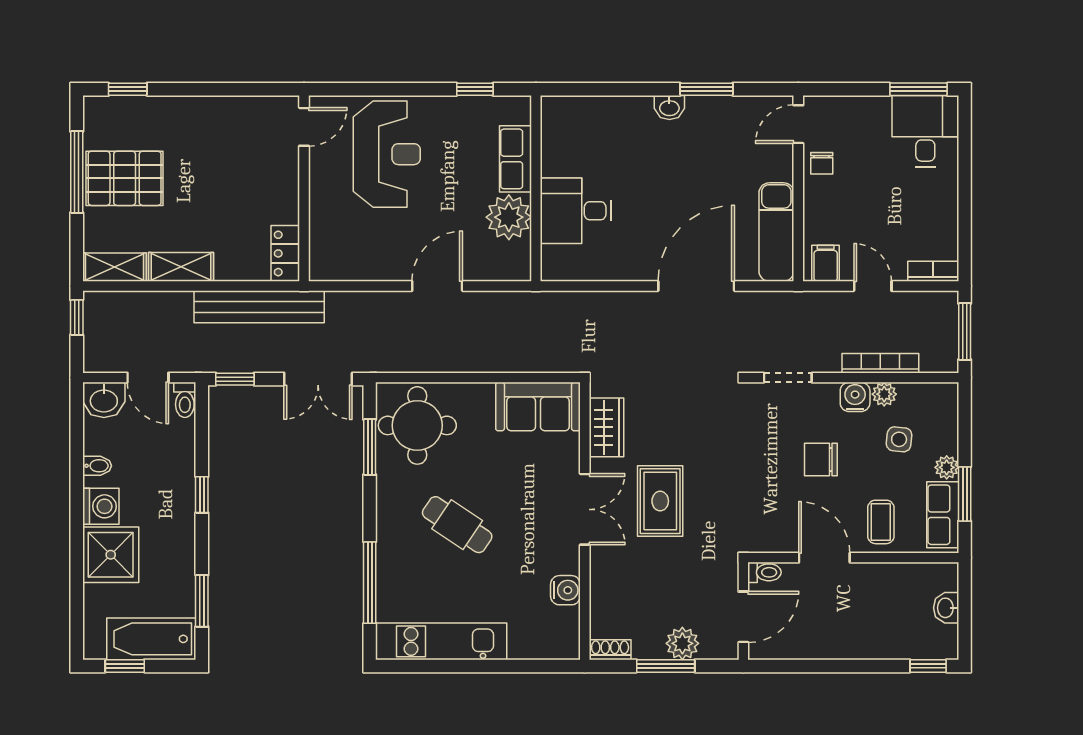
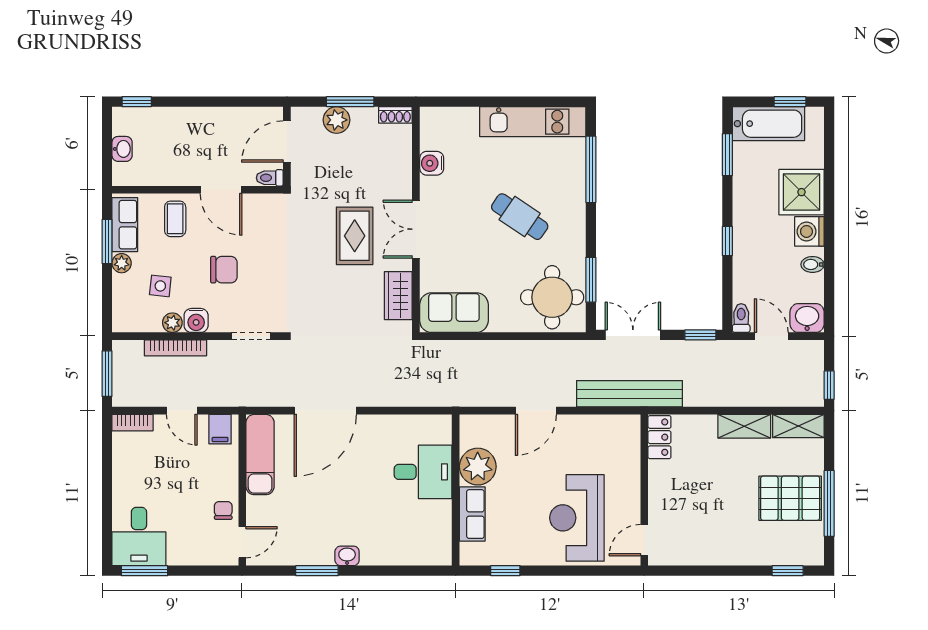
bench: (259, 307) -> (630, 394), moved

